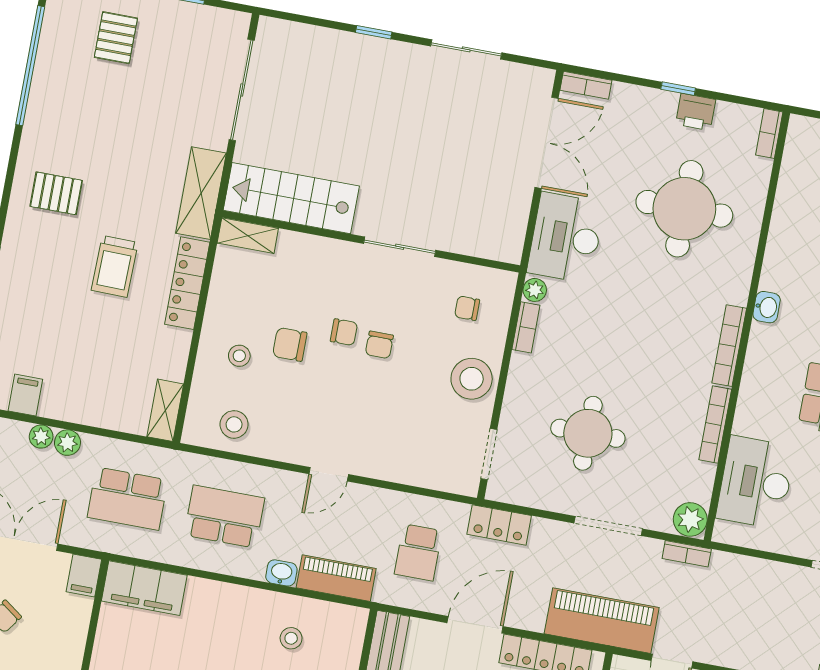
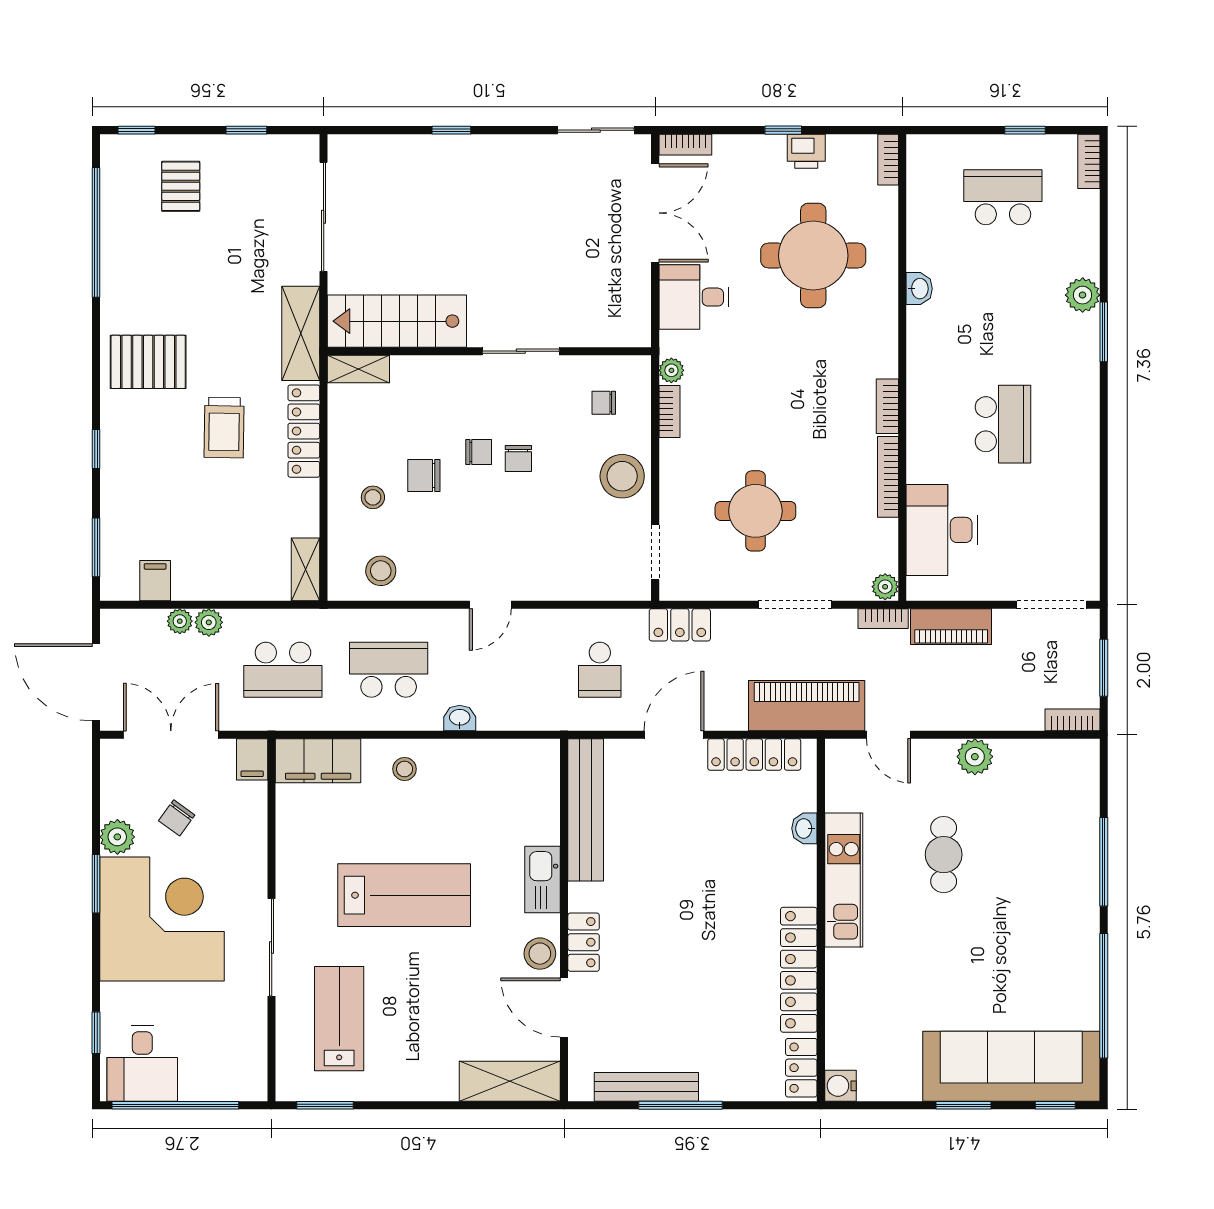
sliding door: (466, 49) -> (596, 130), moved
pallet: (56, 193) -> (148, 362), width x1.50, depth x1.42
desk: (566, 238) -> (694, 297), width x0.73
washbasin: (767, 307) -> (919, 289), moved
bookcase: (729, 346) -> (887, 406), width x0.64
plant: (690, 519) -> (885, 587), width x0.73, depth x0.73
piano: (336, 578) -> (951, 627), moved, turned 180
stool: (291, 638) -> (405, 769), moved

